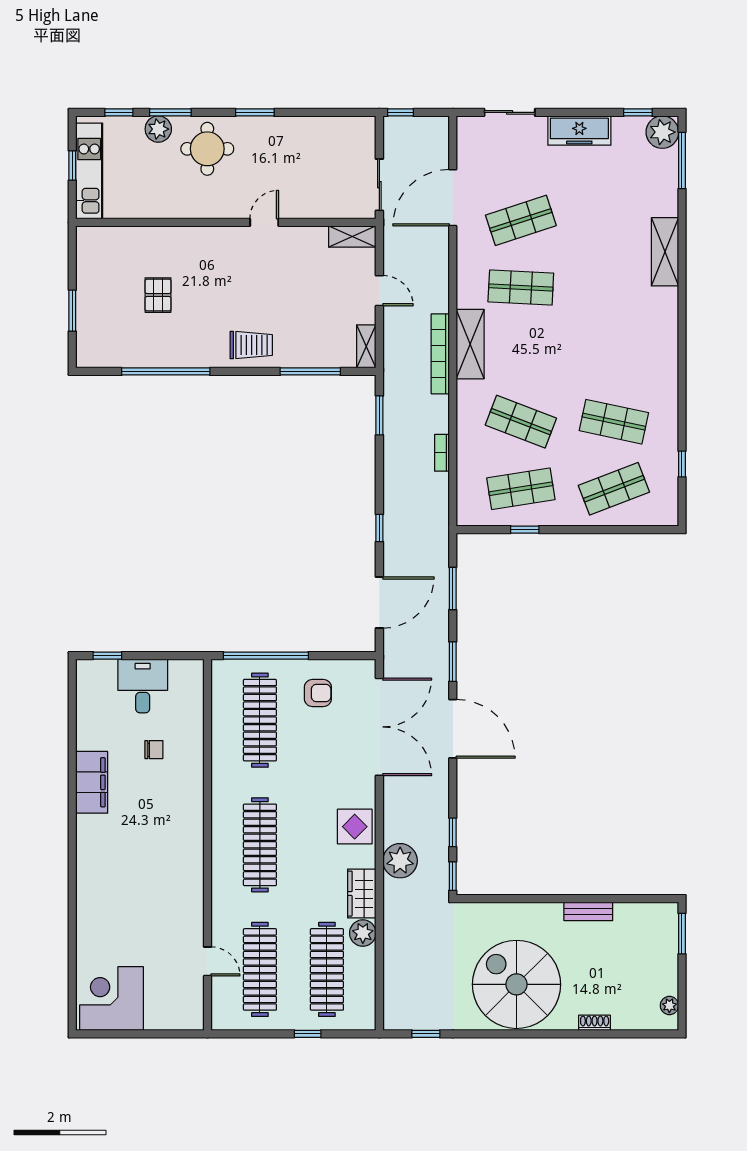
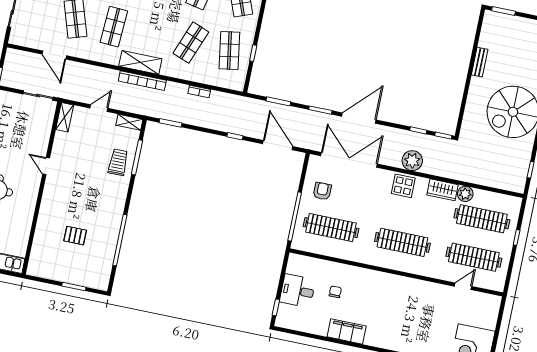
door: (453, 198) -> (54, 55), width x0.73
trolley: (251, 345) -> (118, 162), moved
plant: (400, 861) -> (412, 161), moved

